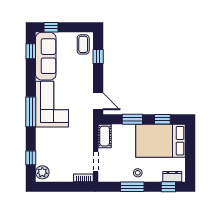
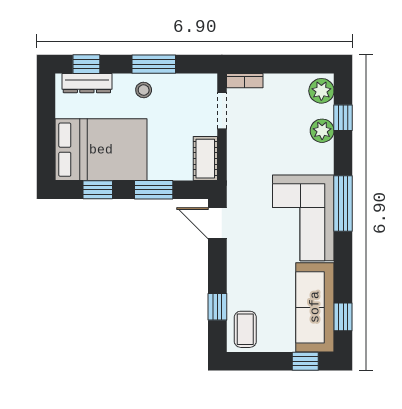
plant: (42, 151) -> (322, 131), added
dresser: (172, 177) -> (87, 83), width x1.44

